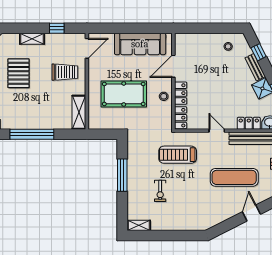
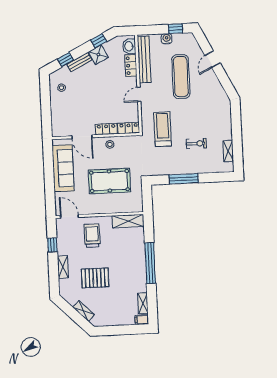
pool table: (124, 94) -> (109, 181), turned 90
treadmill: (178, 155) -> (163, 129), turned 180
door: (251, 213) -> (213, 59), hinge flipped
shelving: (139, 225) -> (228, 151), moved

